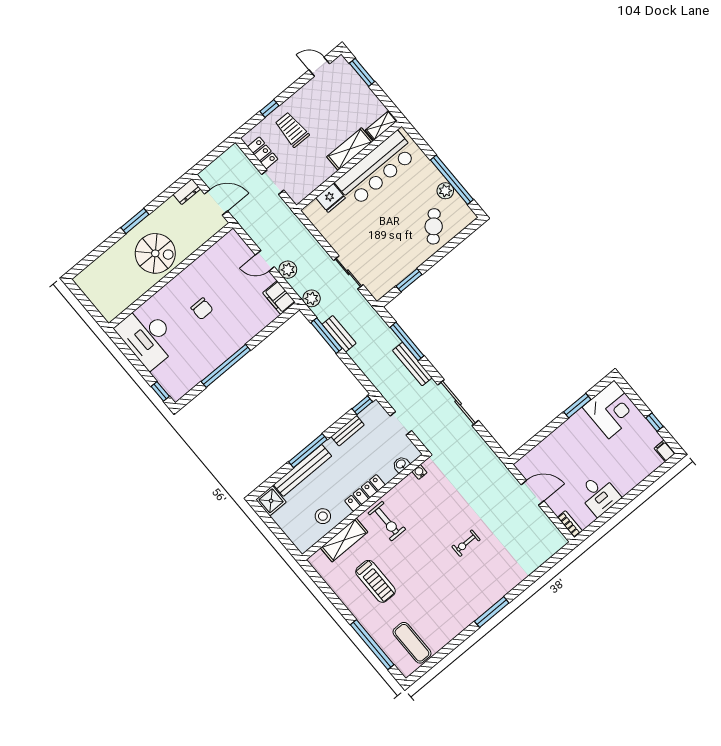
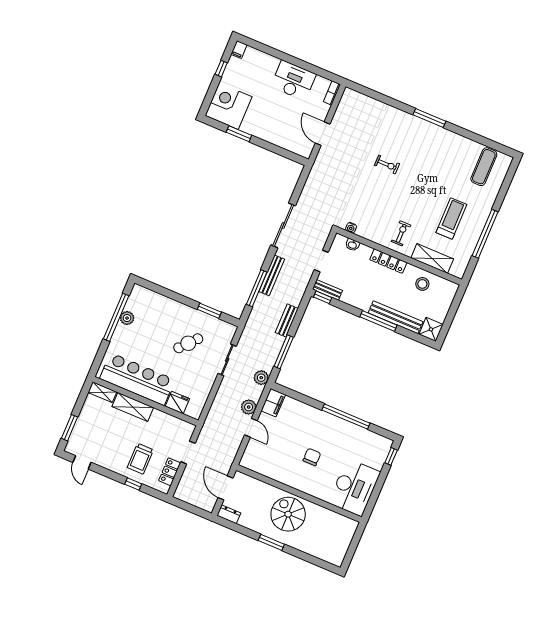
cafe table: (434, 226) -> (188, 343), moved
bench: (339, 334) -> (287, 320), moved
bench: (348, 431) -> (327, 290), moved
desk: (599, 495) -> (293, 80), width x1.37
exercise bike: (387, 521) -> (401, 233), width x0.73, depth x0.72
window: (372, 645) -> (485, 234), moved

